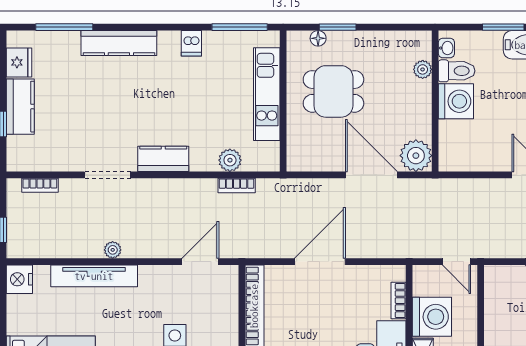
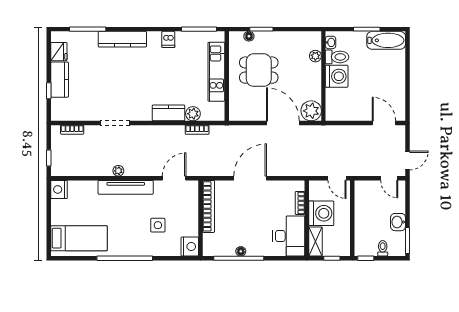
kitchen counter: (163, 159) -> (168, 113), moved
tv unit: (94, 276) -> (126, 187), moved

